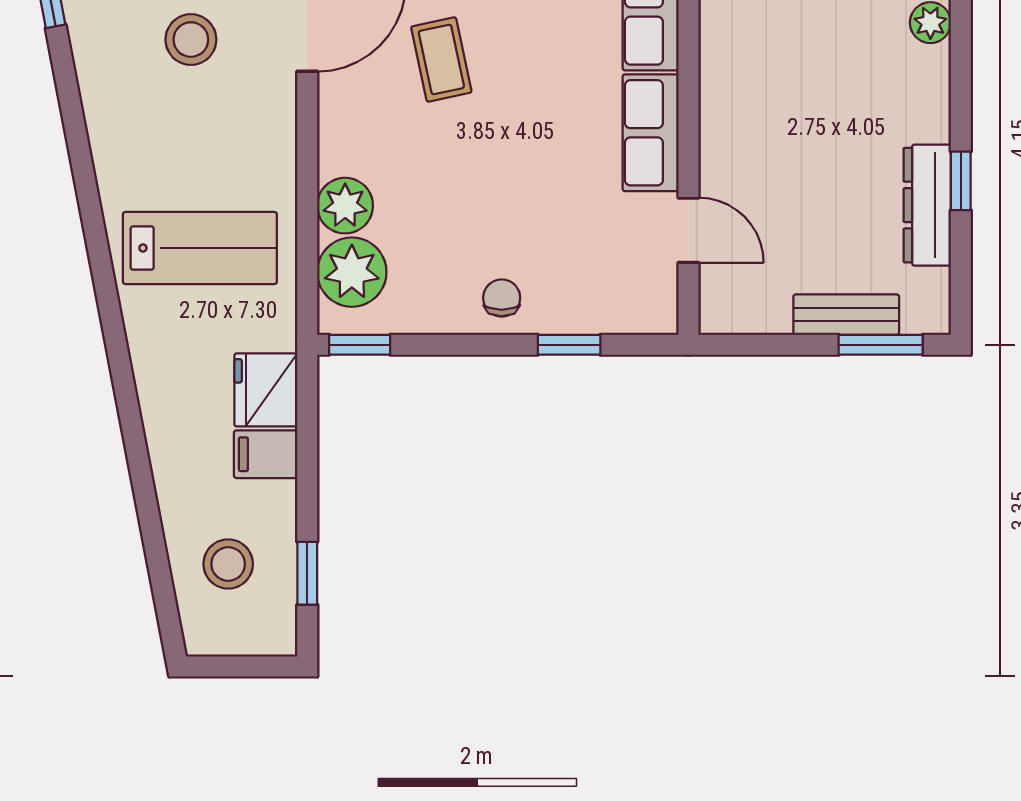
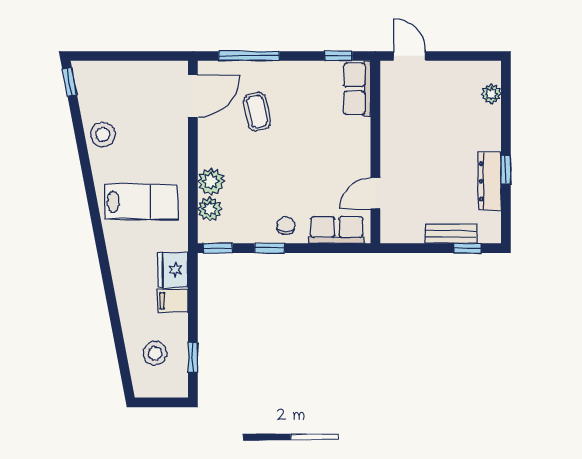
stool: (191, 40) -> (103, 134), moved
row of seats: (651, 133) -> (337, 230), moved, turned 90
door: (688, 230) -> (375, 193), swing flipped
plant: (352, 272) -> (210, 209), width x0.73, depth x0.73
window: (569, 345) -> (270, 248), moved
window: (881, 345) -> (467, 248), width x0.67

